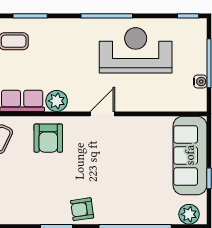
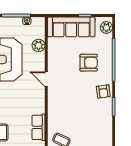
plant: (57, 101) -> (39, 45), moved
armchair: (48, 138) -> (89, 63), moved

